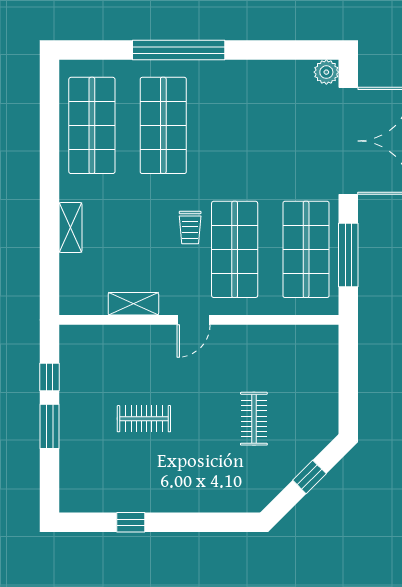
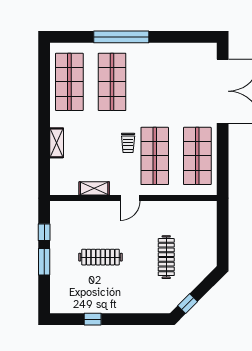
plant: (326, 72) -> (209, 50), removed
window: (348, 255) -> (223, 159), removed
clothes rail: (144, 419) -> (100, 257), width x1.36
clothes rail: (254, 419) -> (166, 257), width x1.36
window: (309, 477) -> (188, 304), moved

